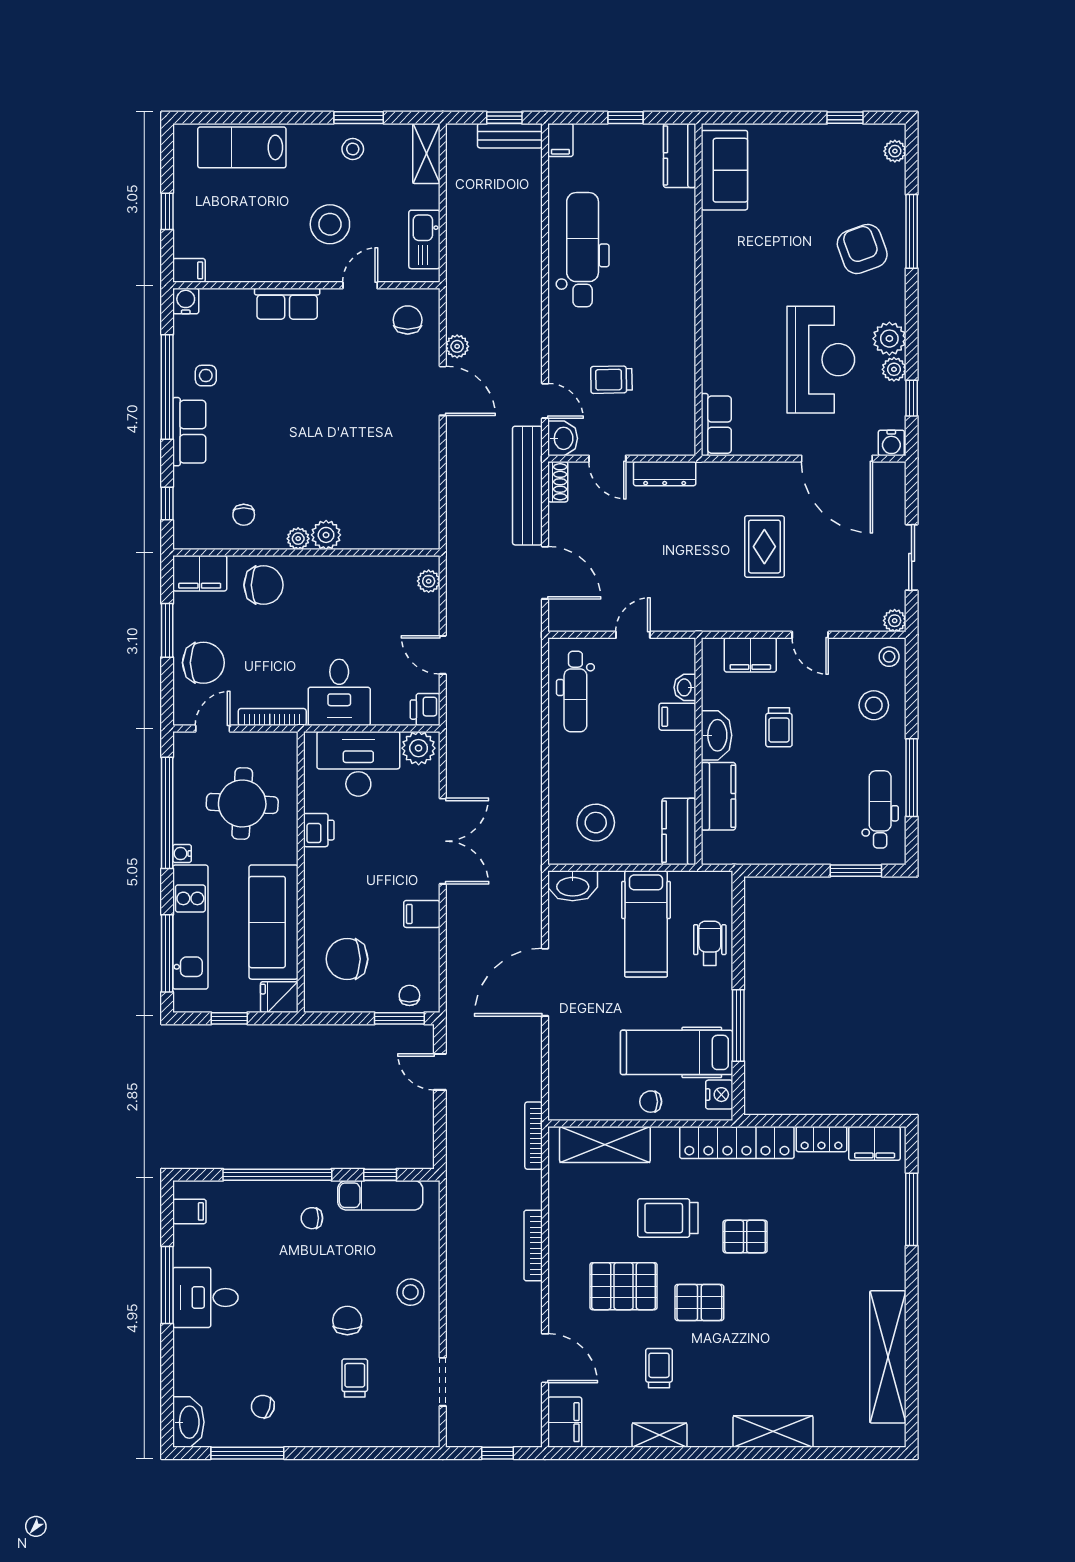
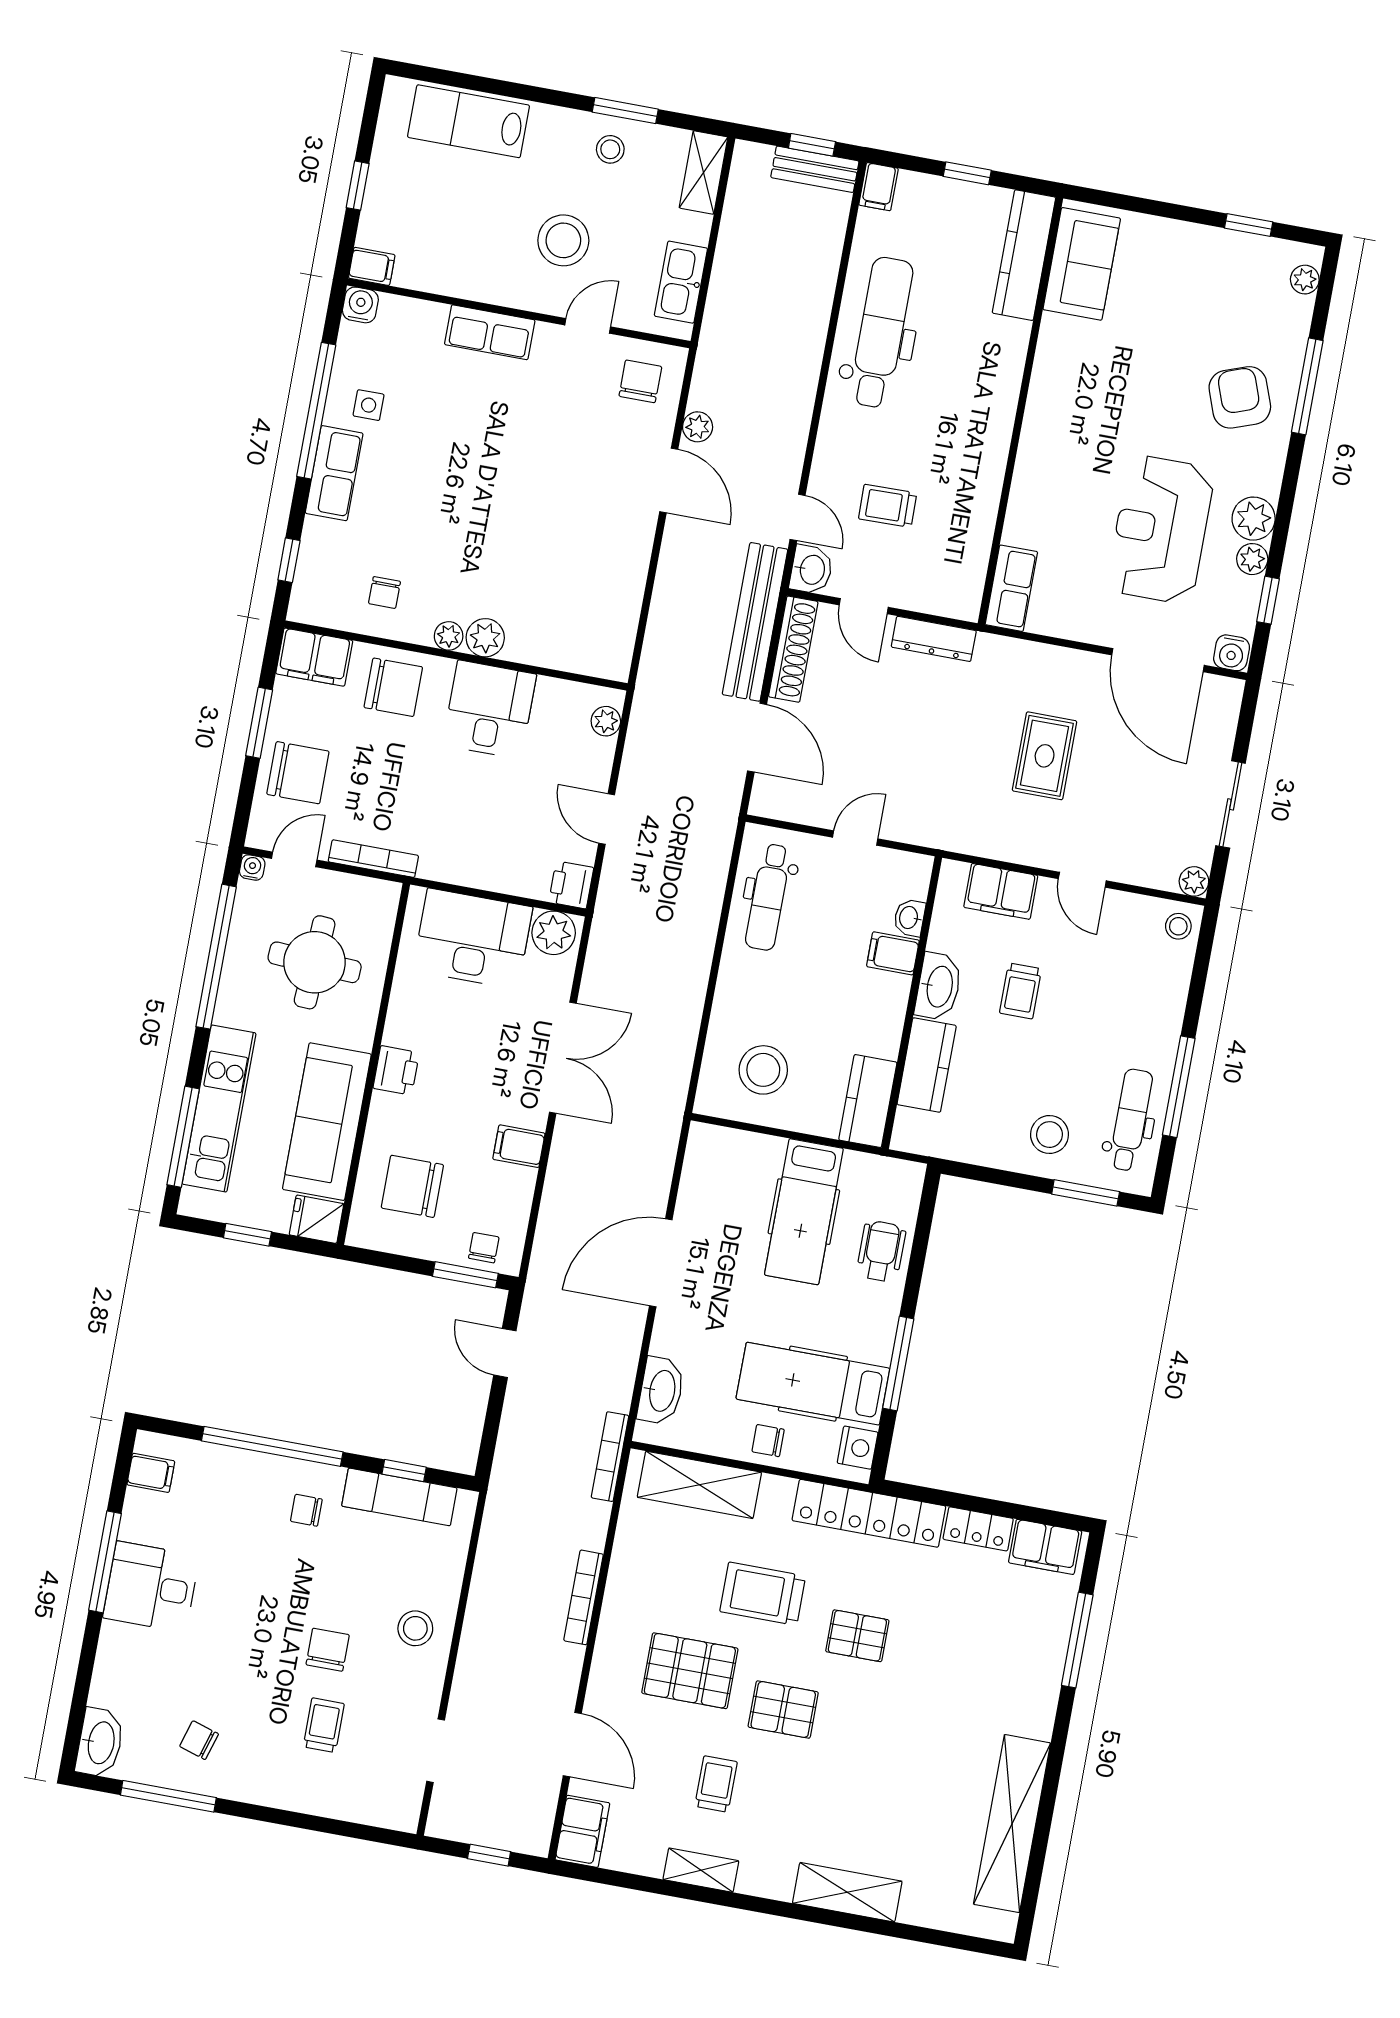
kitchen counter: (680, 155) -> (1024, 255), width x1.50
reception desk: (821, 360) -> (1161, 529), turned 180
shoe rack: (558, 482) -> (793, 649), width x1.94, depth x1.24
desk: (339, 692) -> (489, 710), moved, turned 180
stool: (874, 705) -> (1049, 1135), moved
printer: (319, 830) -> (396, 1070), moved
water cooler: (182, 853) -> (252, 867), moved, turned 90
washbasin: (573, 886) -> (661, 1391), moved, turned -90

